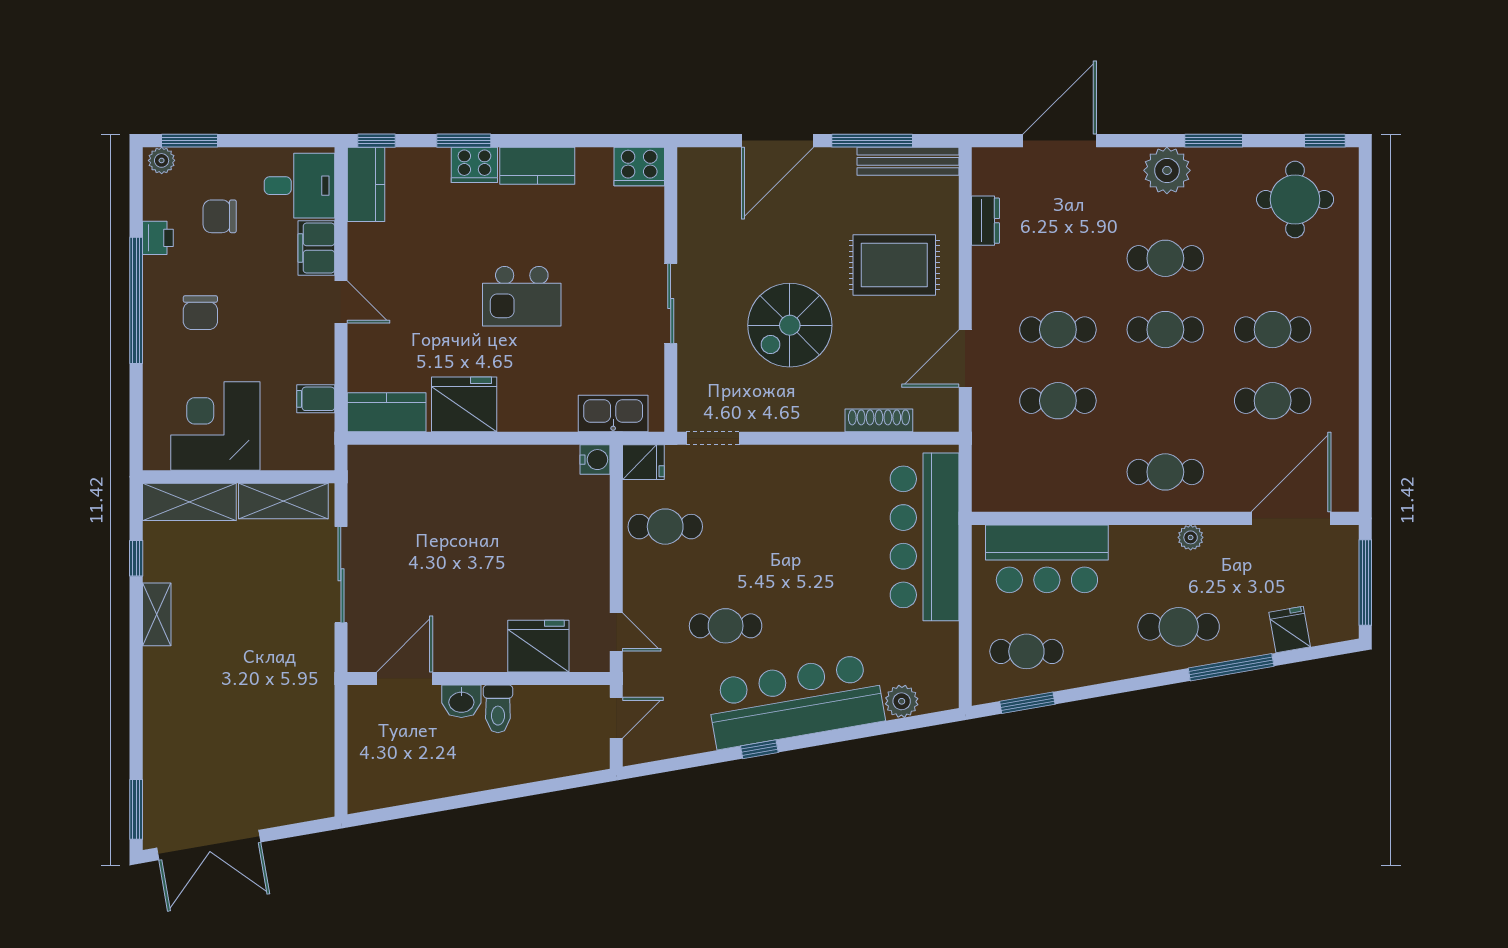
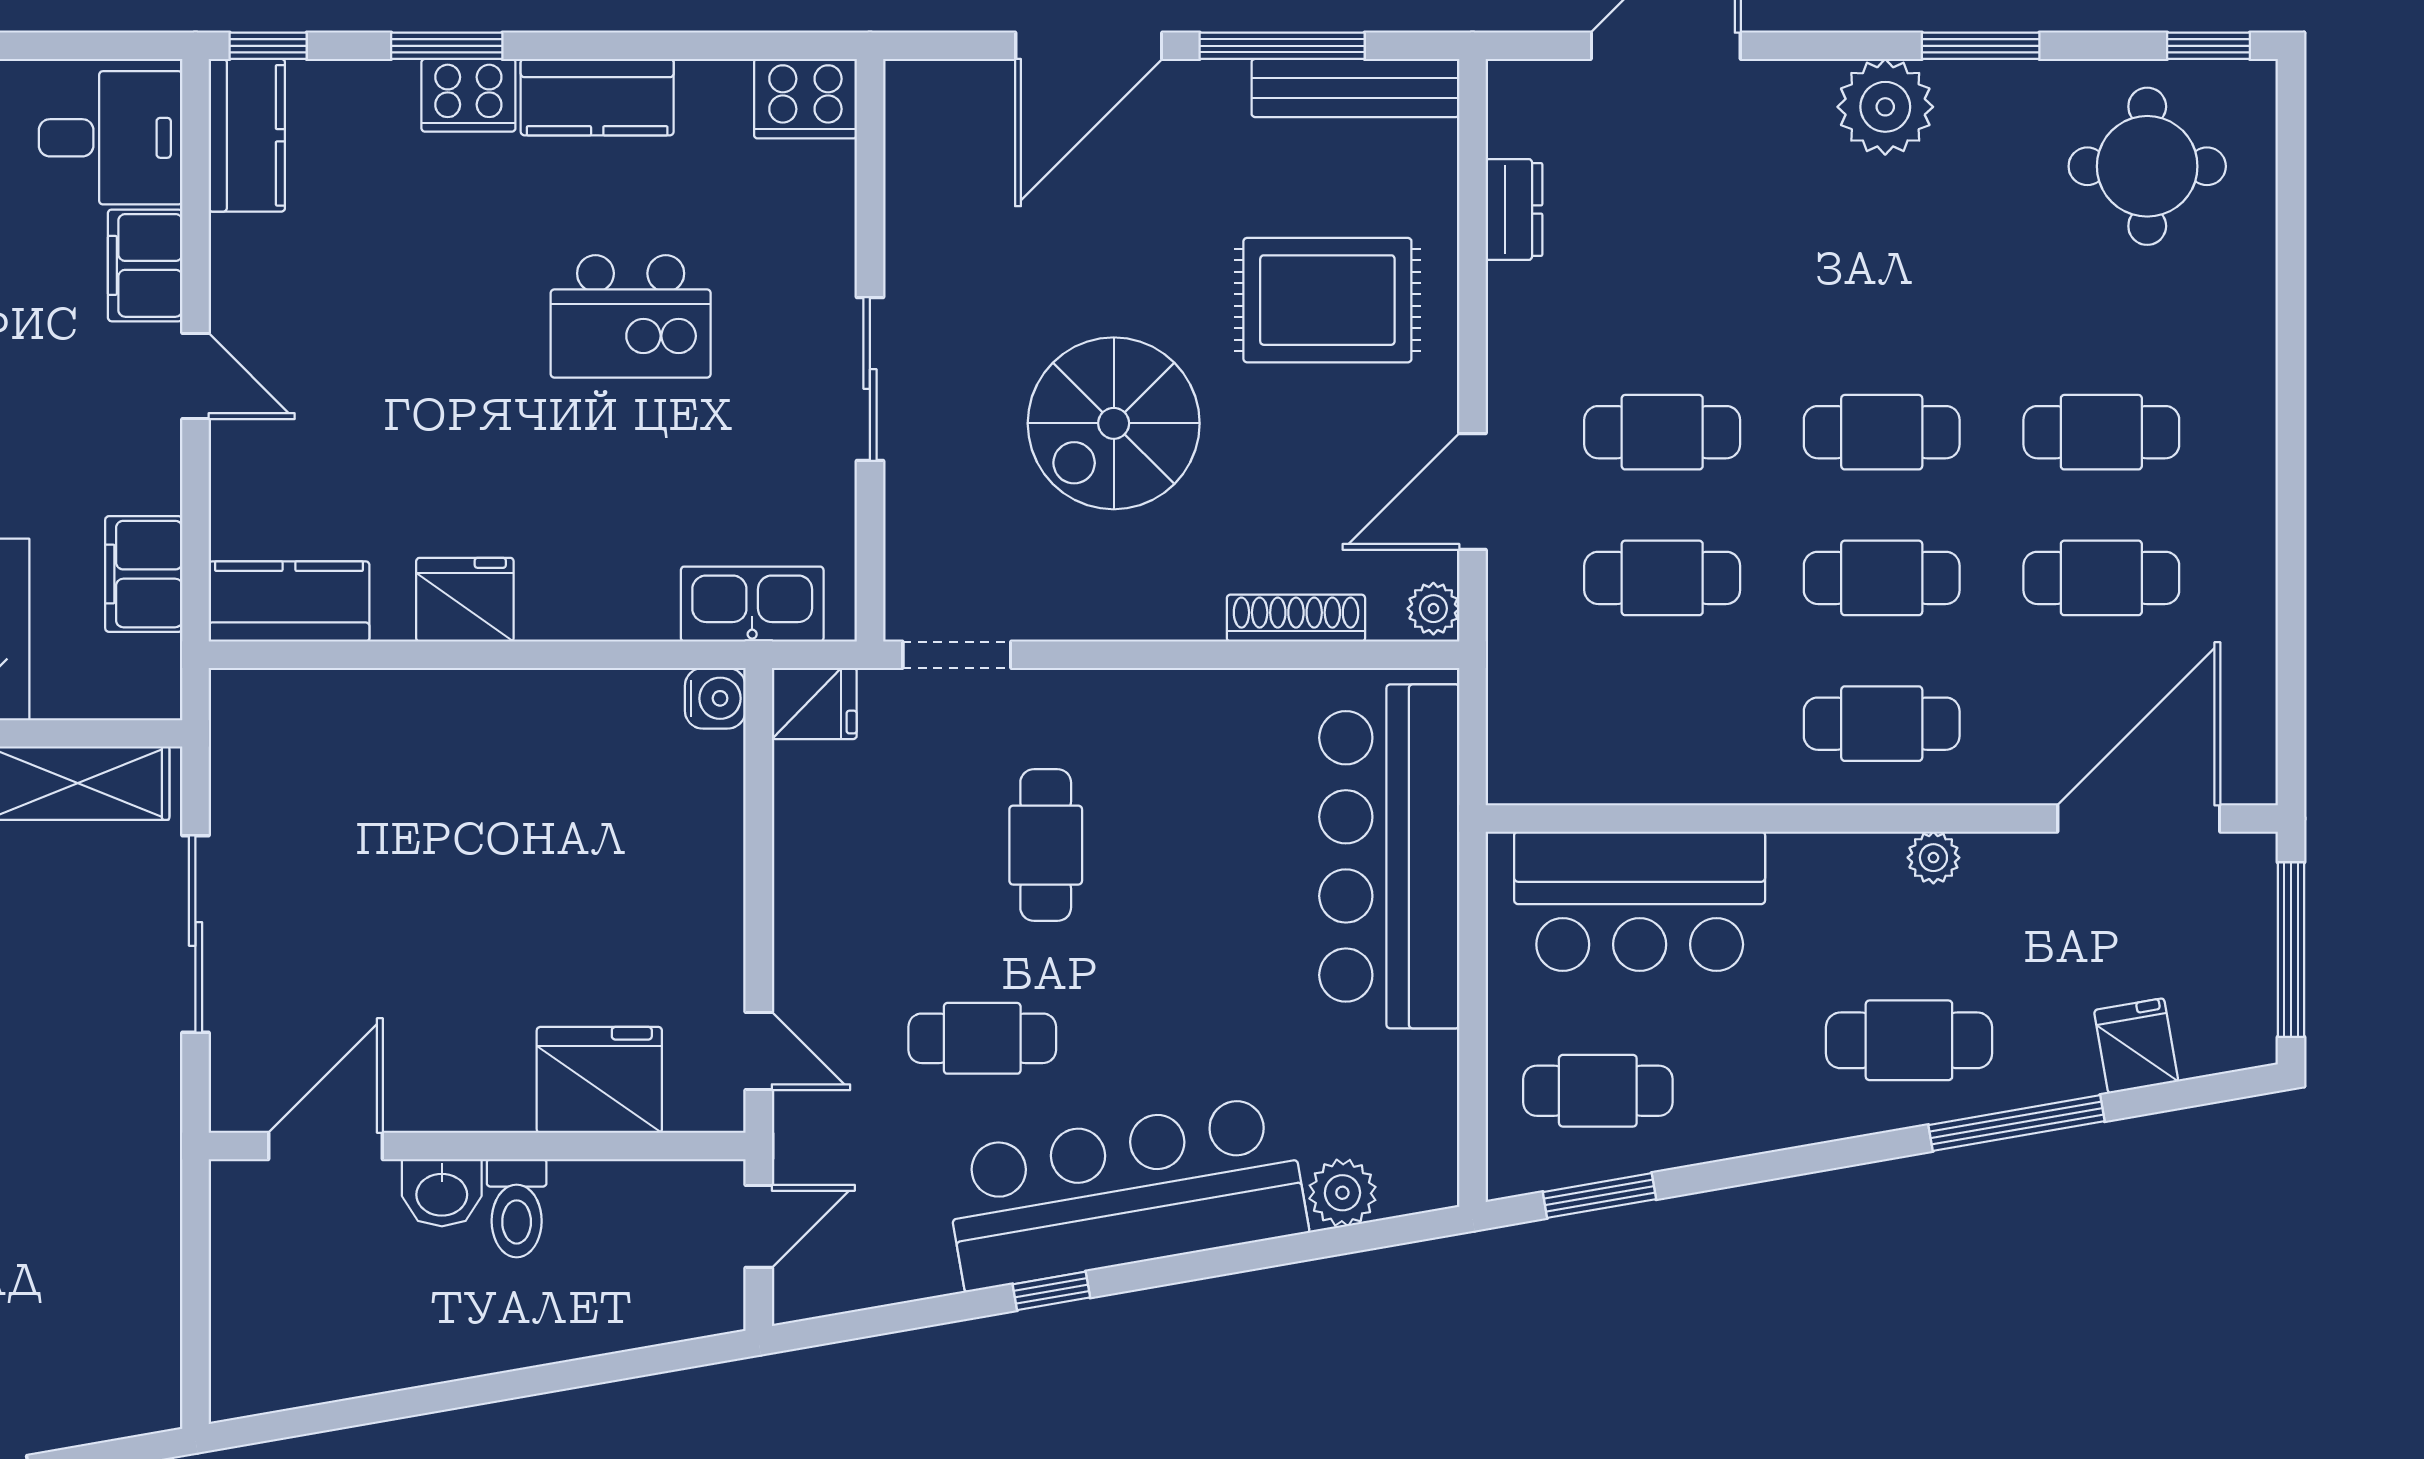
cafe table: (1165, 258) -> (1882, 578), moved
kitchen island: (522, 296) -> (631, 316), moved
filing cabinet: (316, 399) -> (144, 574), width x2.00
fridge: (464, 404) -> (465, 600), width x0.73, depth x0.75
plant: (946, 416) -> (1433, 609), added
cafe table: (665, 527) -> (1046, 845), moved, turned 90

